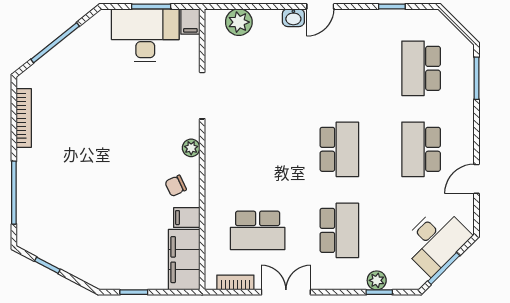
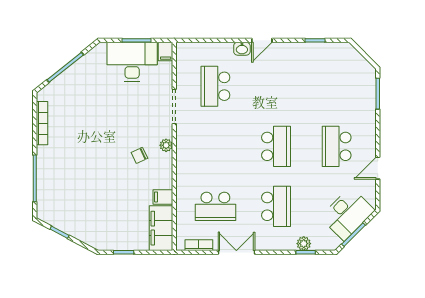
plant: (239, 22) -> (202, 52), removed
school desk: (421, 68) -> (215, 86), moved
chair: (176, 186) -> (139, 155), moved

